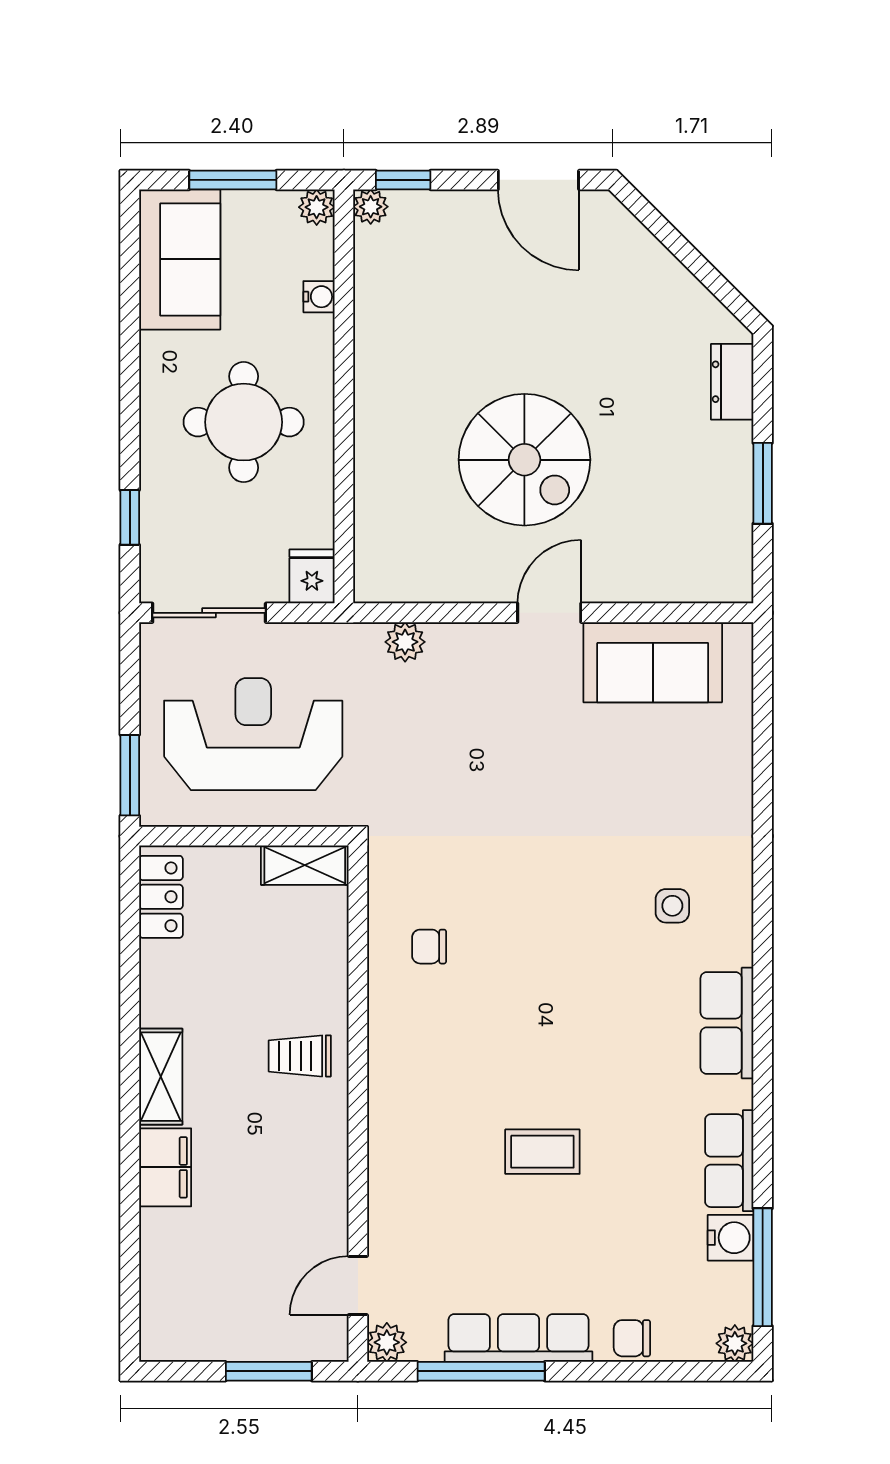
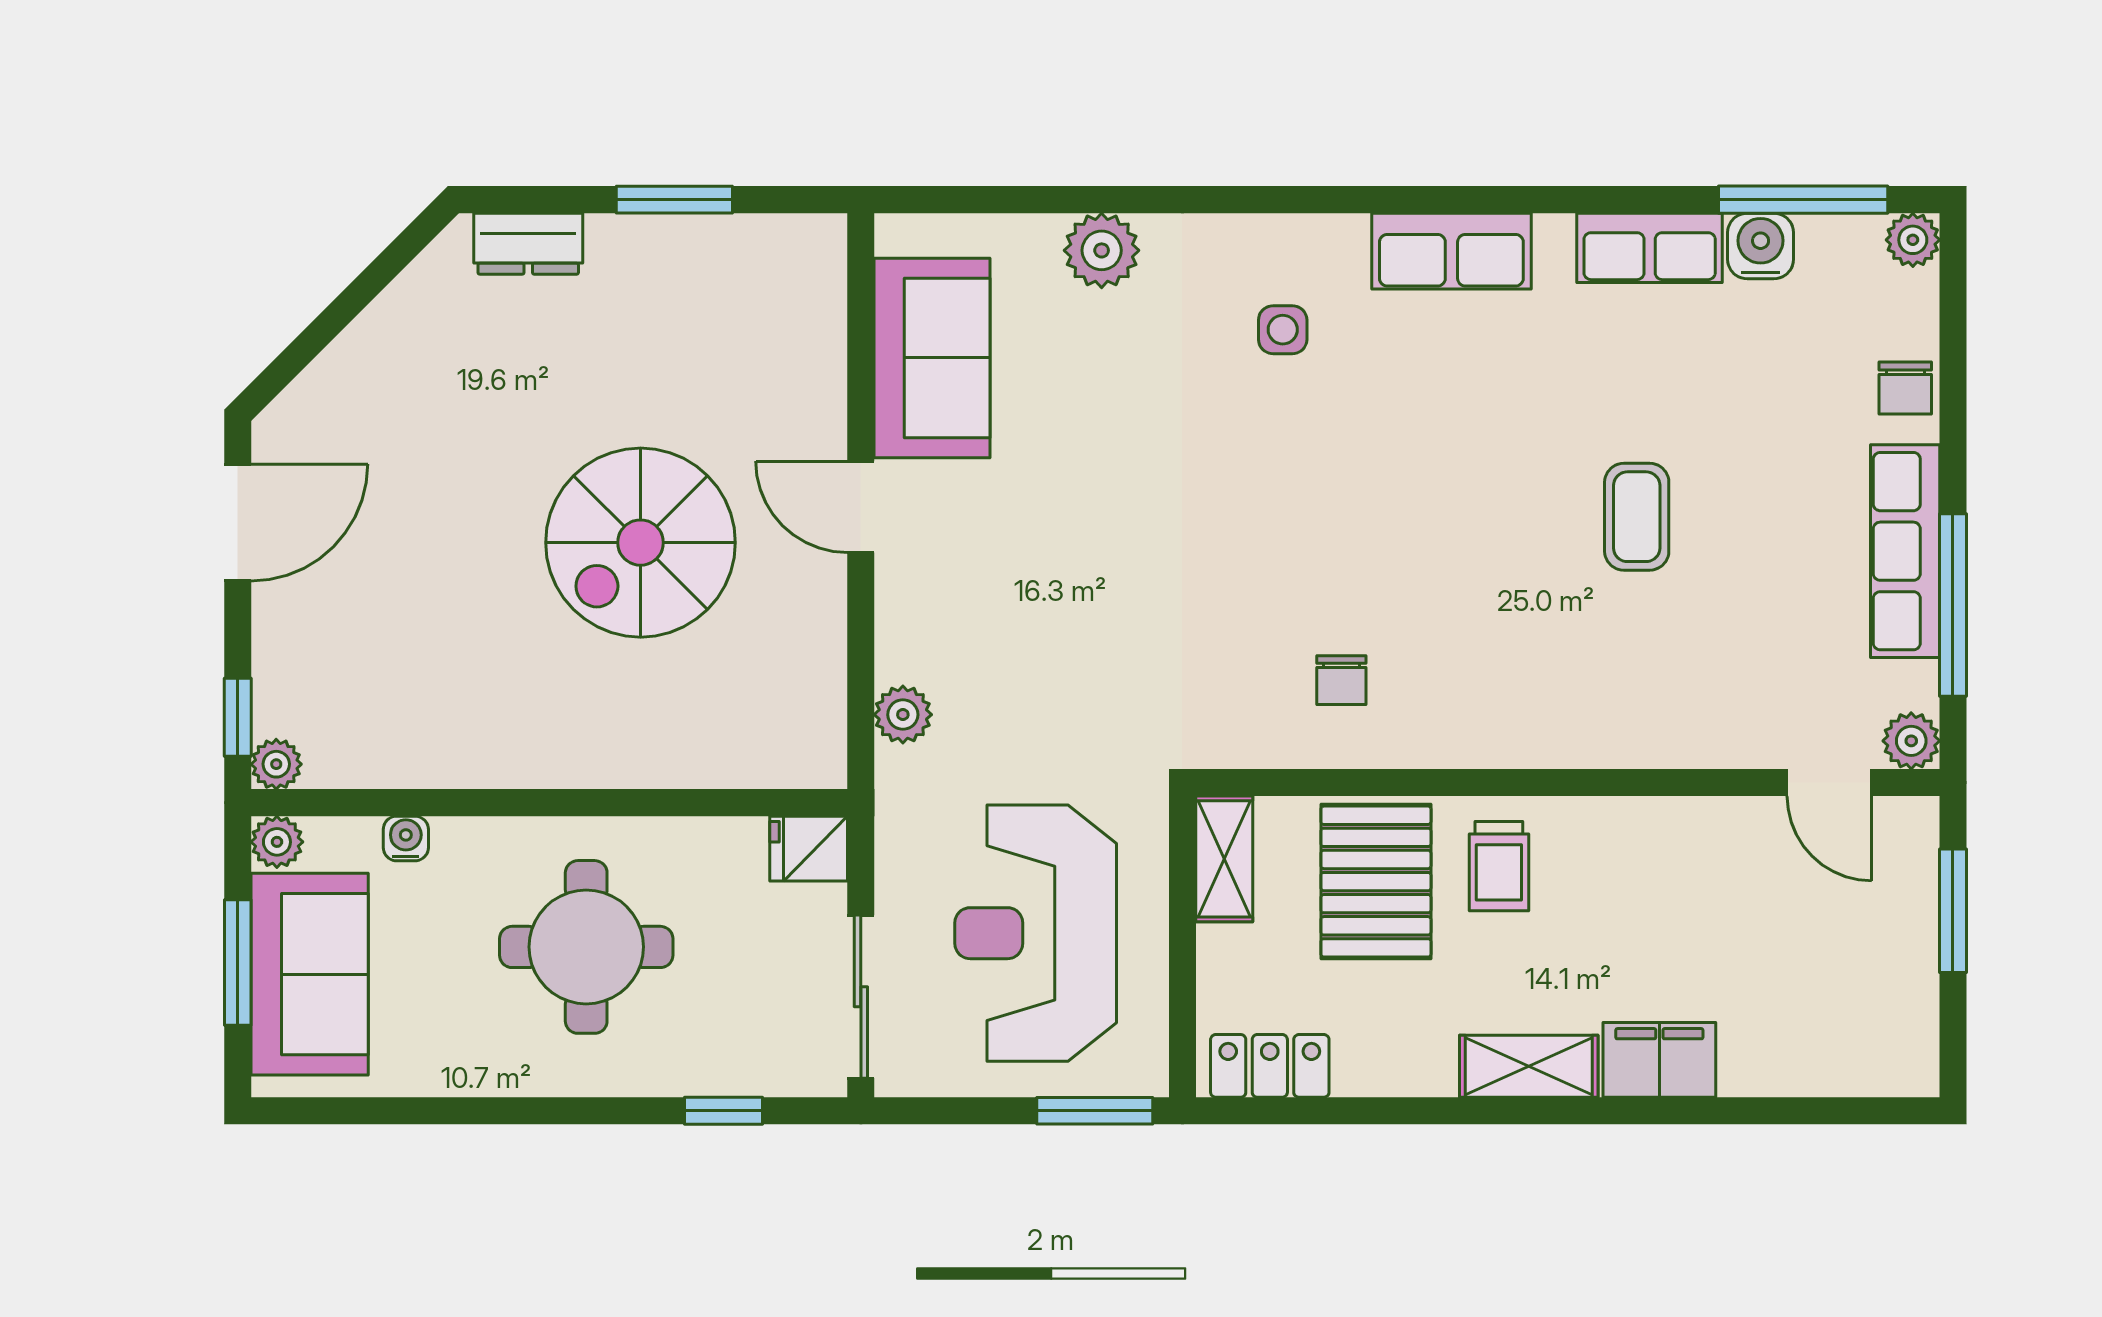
sofa: (180, 259) -> (310, 974), moved, turned 90
spiral stairs: (524, 460) -> (641, 543), turned 180
plant: (727, 780) -> (1102, 250), added
pallet: (289, 971) -> (1376, 882), added

